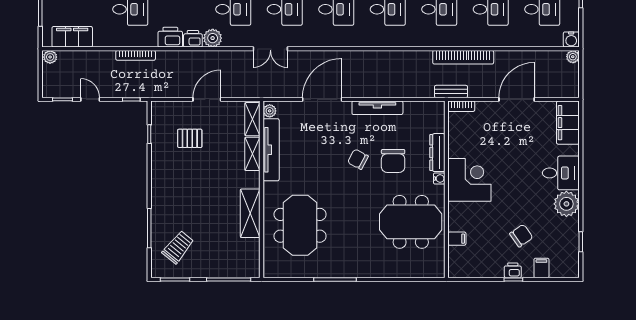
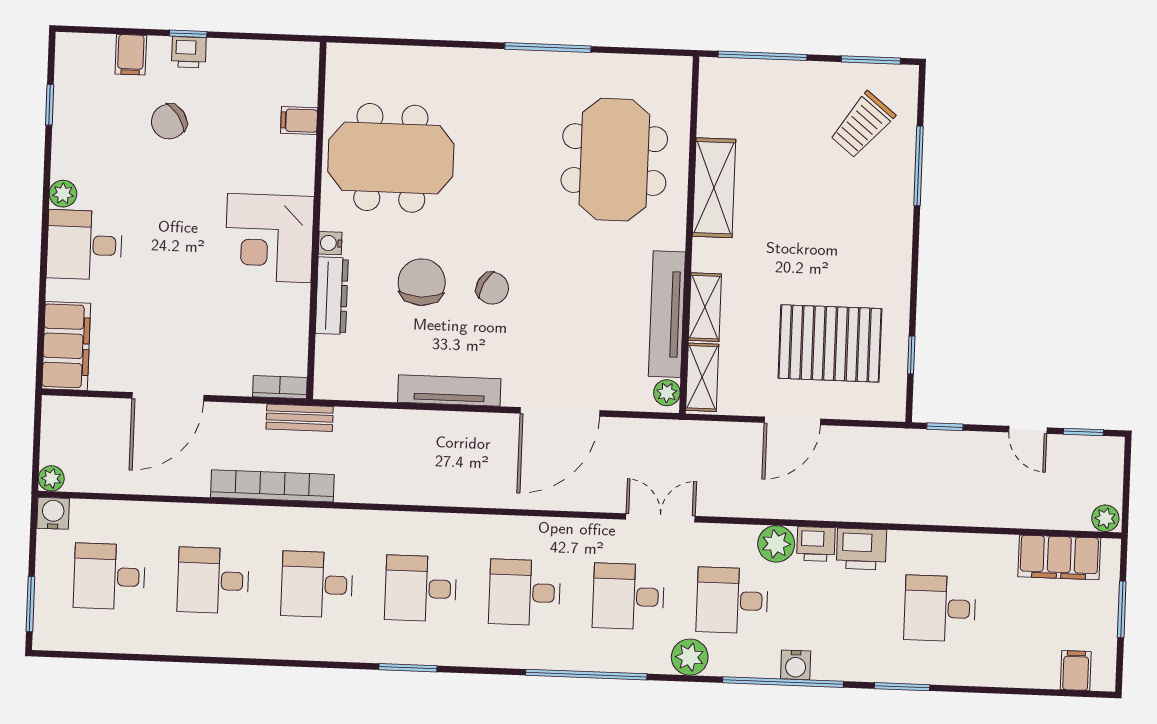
bookcase: (136, 55) -> (933, 515), removed
pallet: (190, 138) -> (830, 343), width x2.05, depth x2.00
plant: (566, 204) -> (63, 194), width x0.53, depth x0.53

